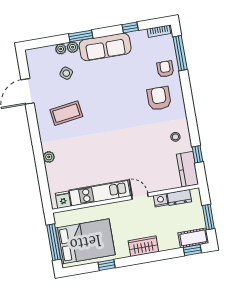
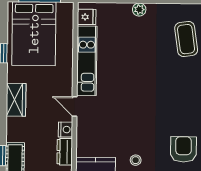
armchair: (159, 98) -> (183, 149), turned -90
door: (140, 196) -> (75, 107), swing flipped

